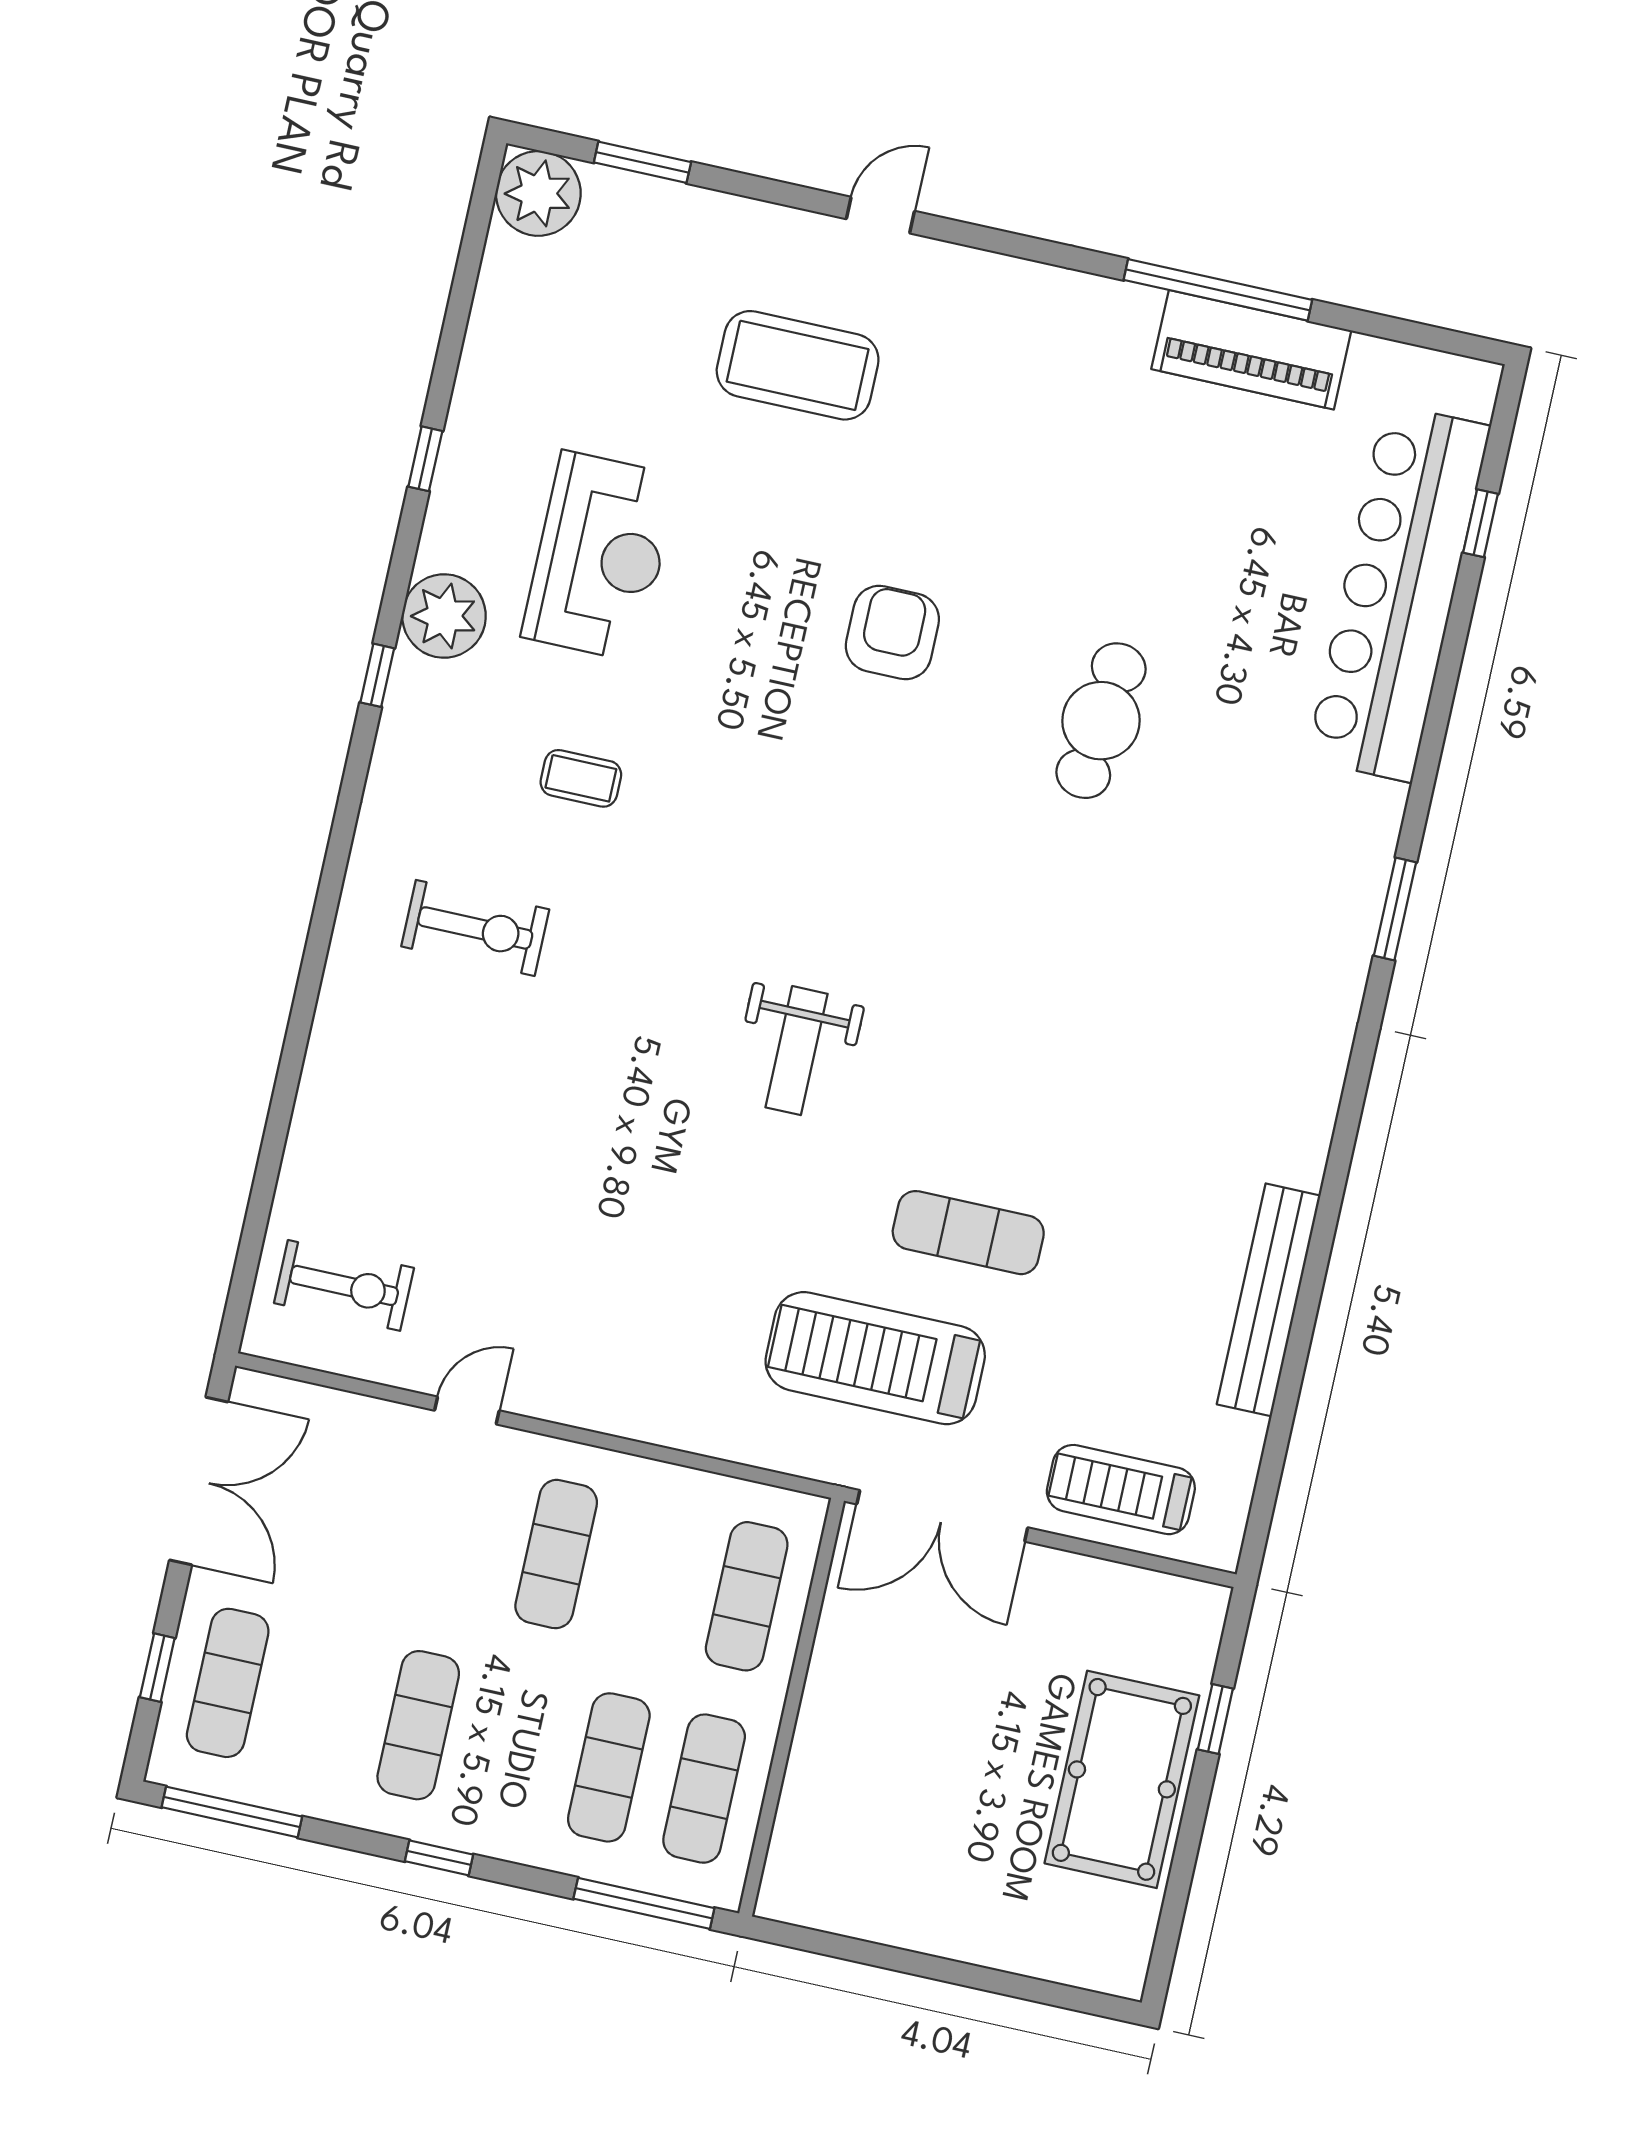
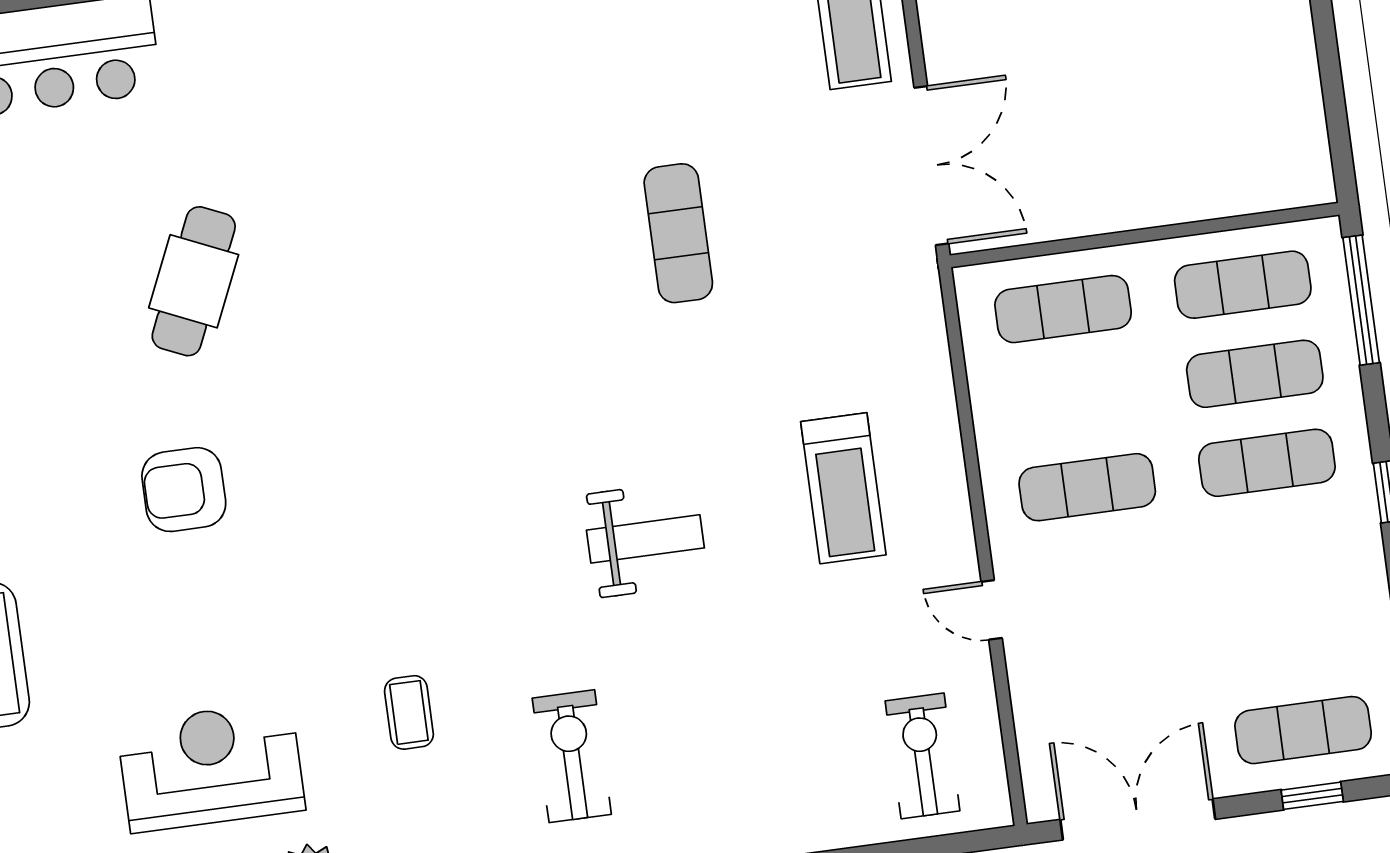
cafe table: (1101, 721) -> (194, 281), turned -72
weight bench: (796, 1051) -> (645, 539), moved
treadmill: (875, 1358) -> (843, 488), moved, width x0.73, depth x0.73
exercise mat: (418, 1725) -> (1267, 463), moved

